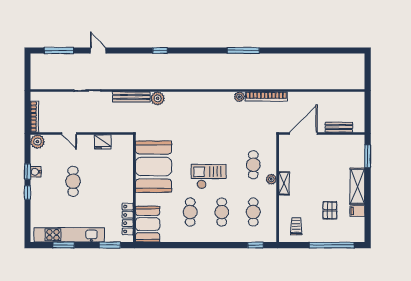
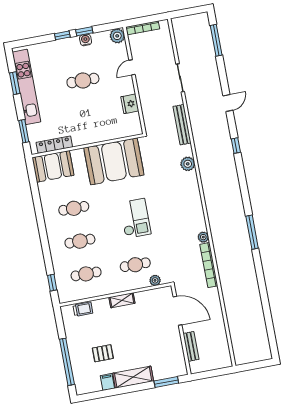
door: (98, 50) -> (228, 103), moved
plant: (158, 98) -> (188, 164), moved
checkout: (208, 177) -> (135, 218), moved
plant: (271, 179) -> (155, 280), moved
trolley: (296, 226) -> (83, 309), moved

